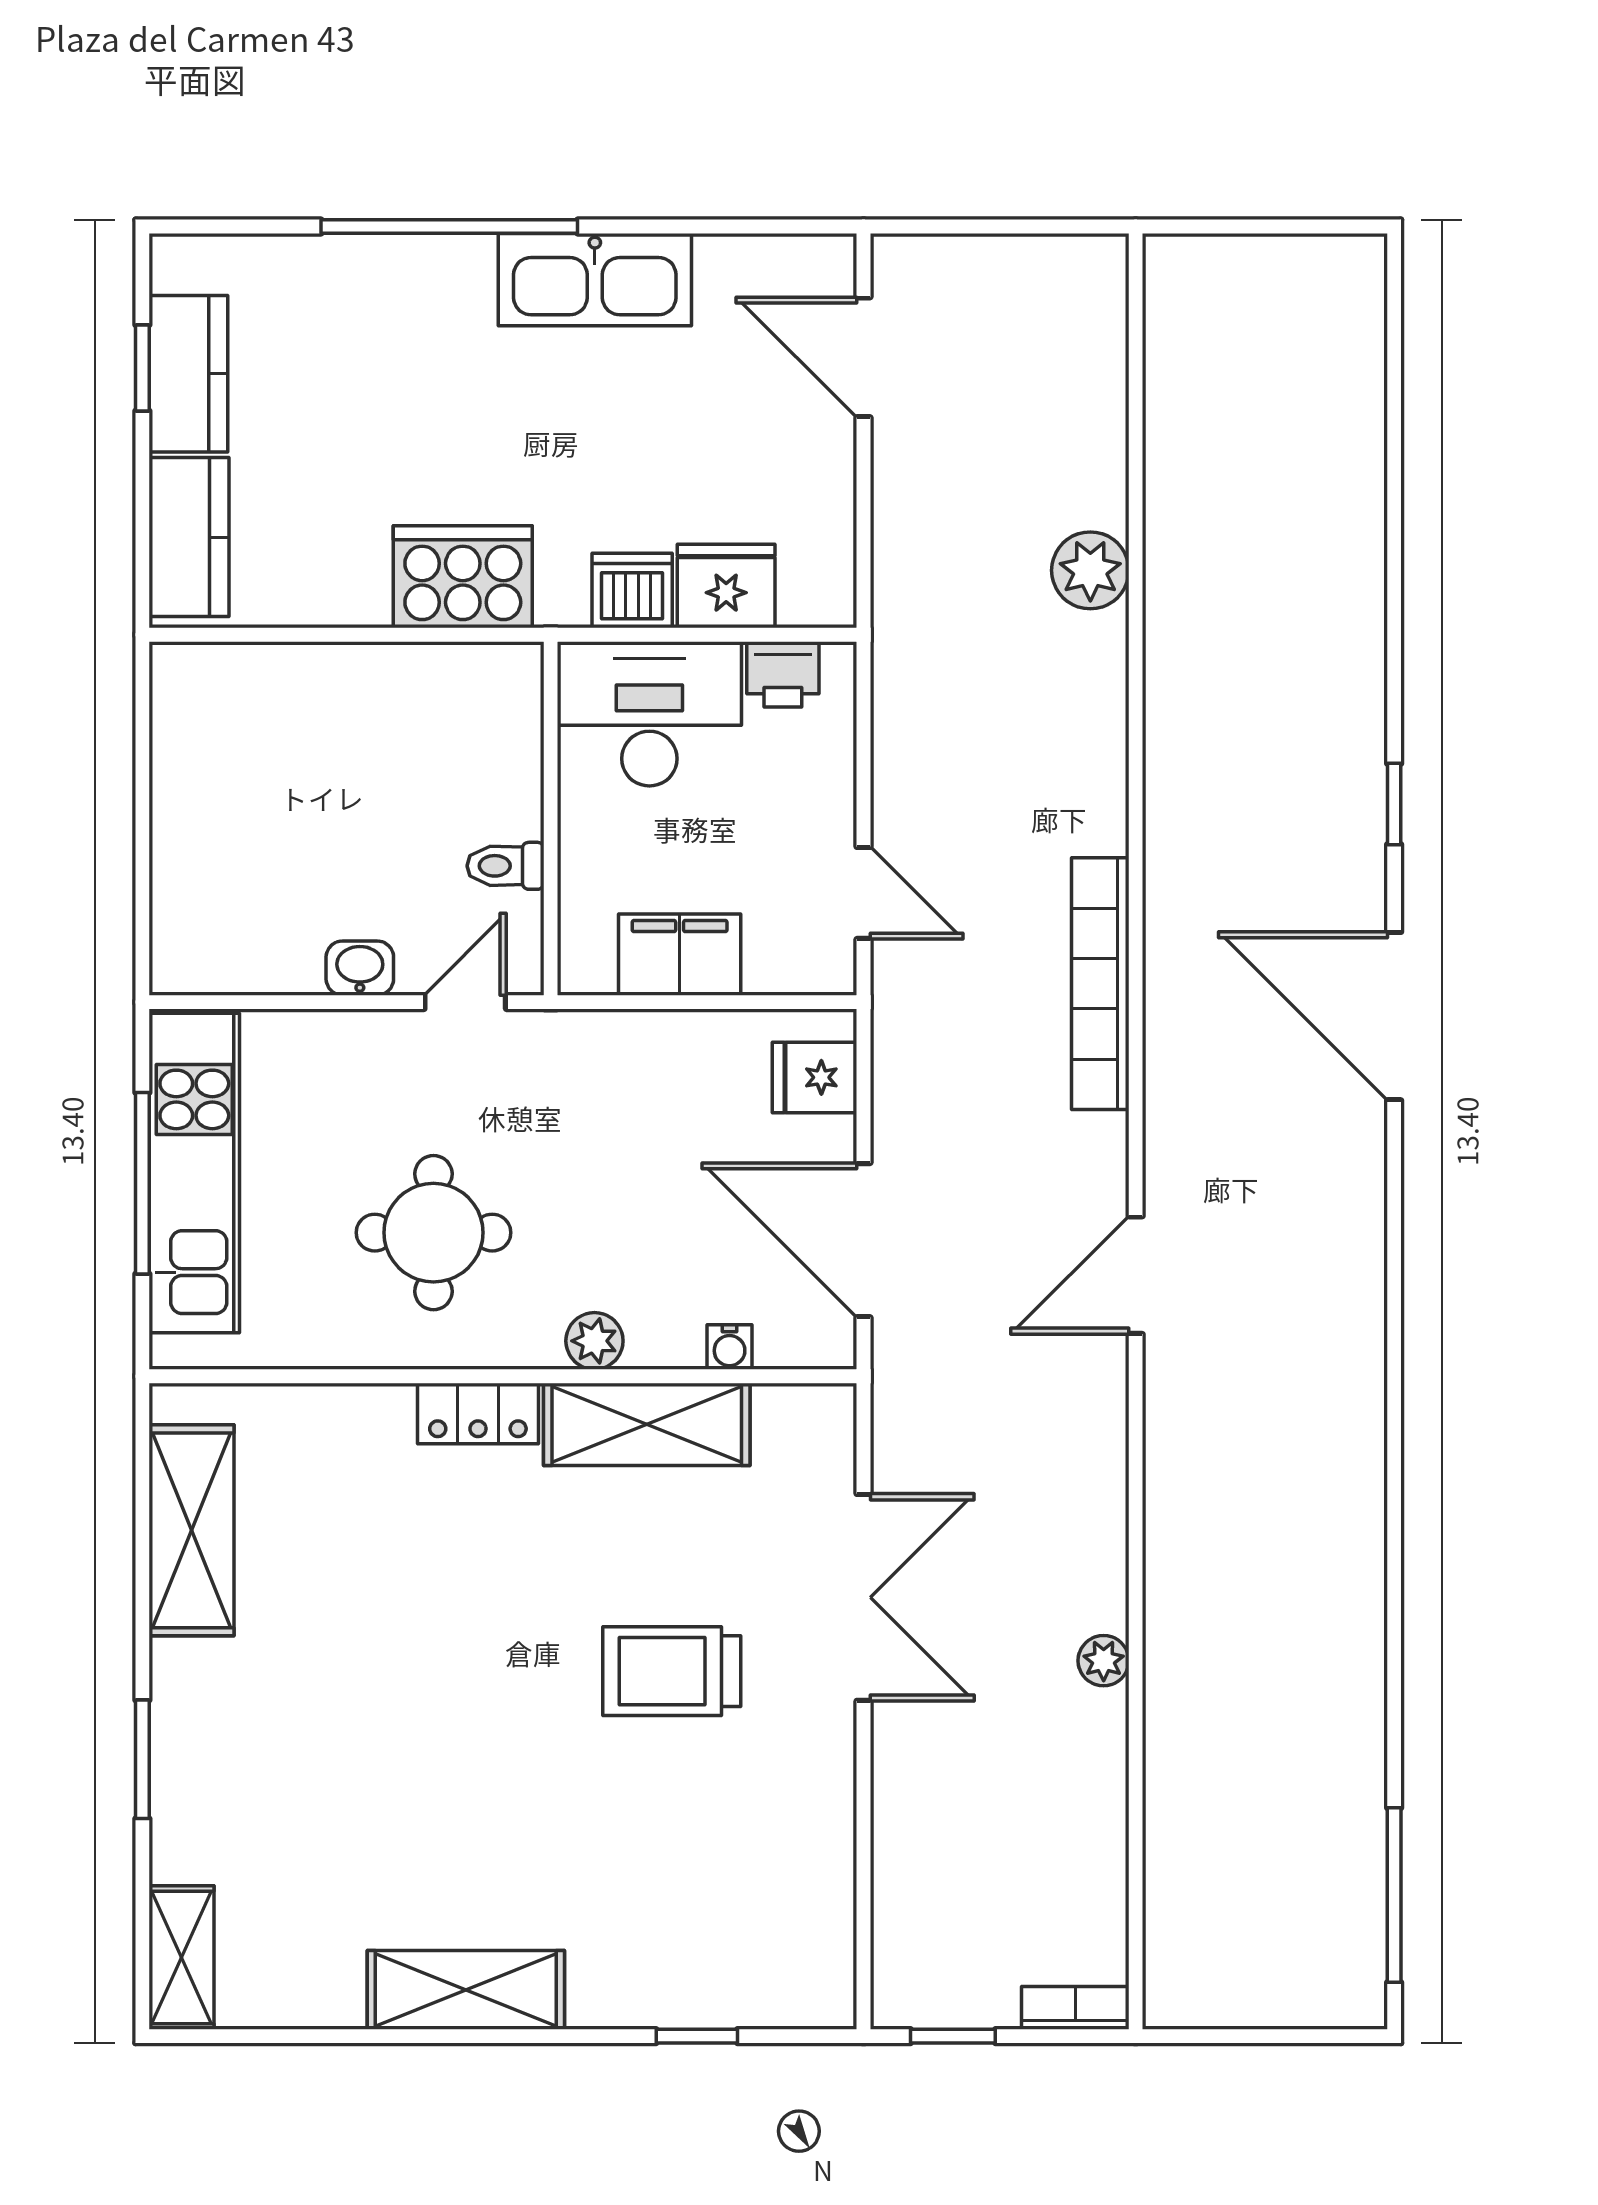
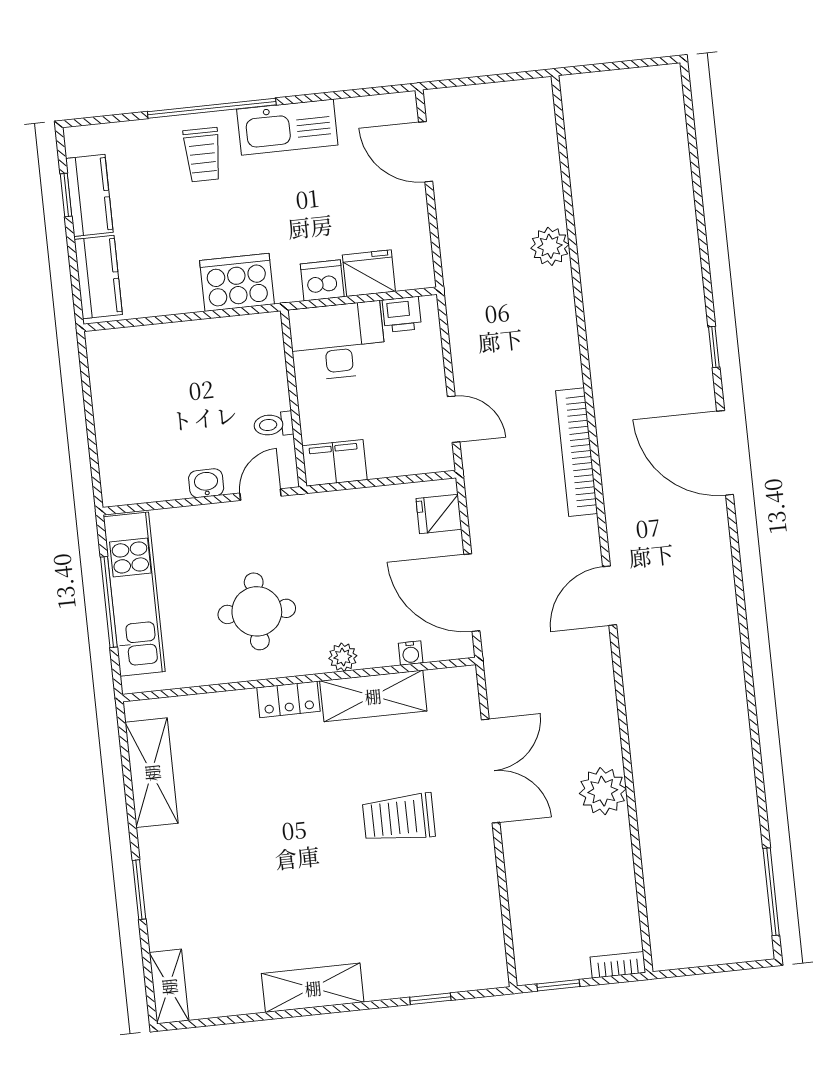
trolley: (421, 317) -> (203, 155), added
filing cabinet: (680, 955) -> (335, 463), moved
plant: (1104, 1661) -> (603, 791), width x1.88, depth x1.88

